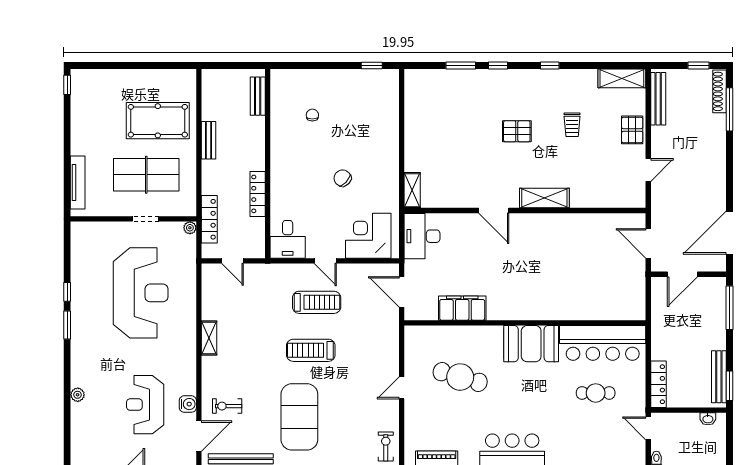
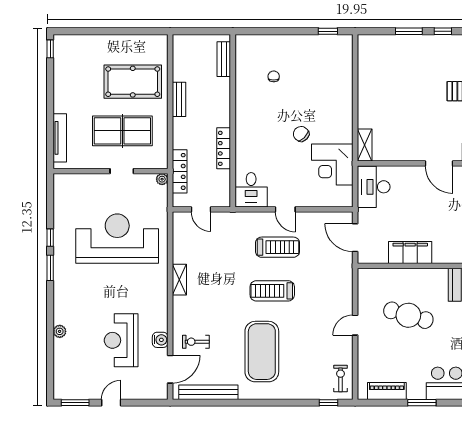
corner desk: (368, 236) -> (332, 165), moved, turned -90
reception desk: (141, 293) -> (117, 239), turned -90

